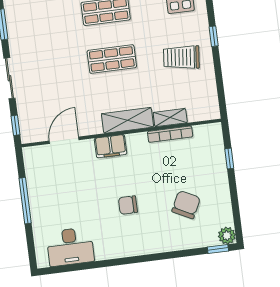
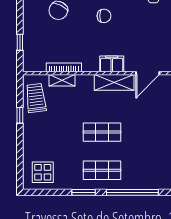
window: (214, 36) -> (20, 115), moved
trolley: (181, 57) -> (36, 98), moved, turned -103
shelving: (127, 120) -> (114, 82), moved

